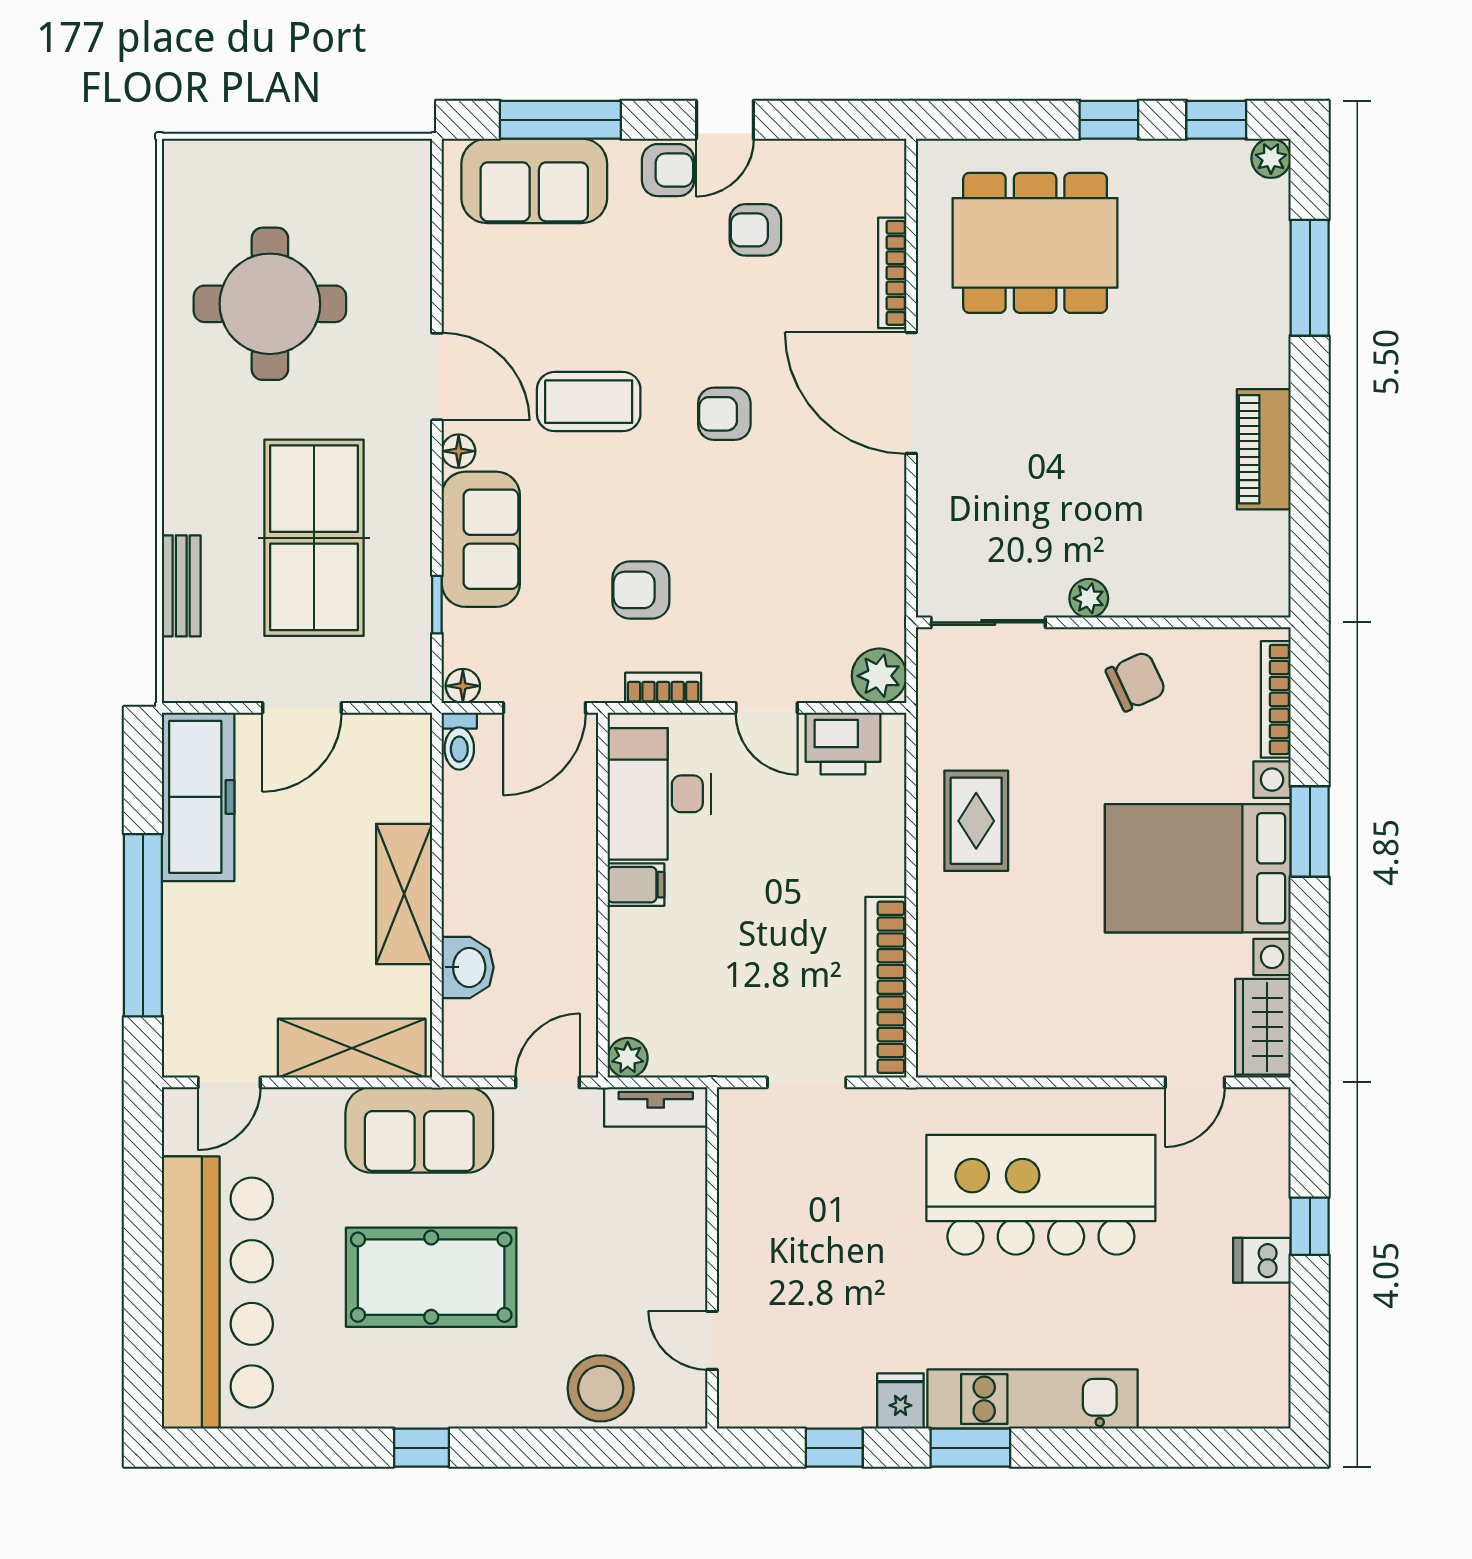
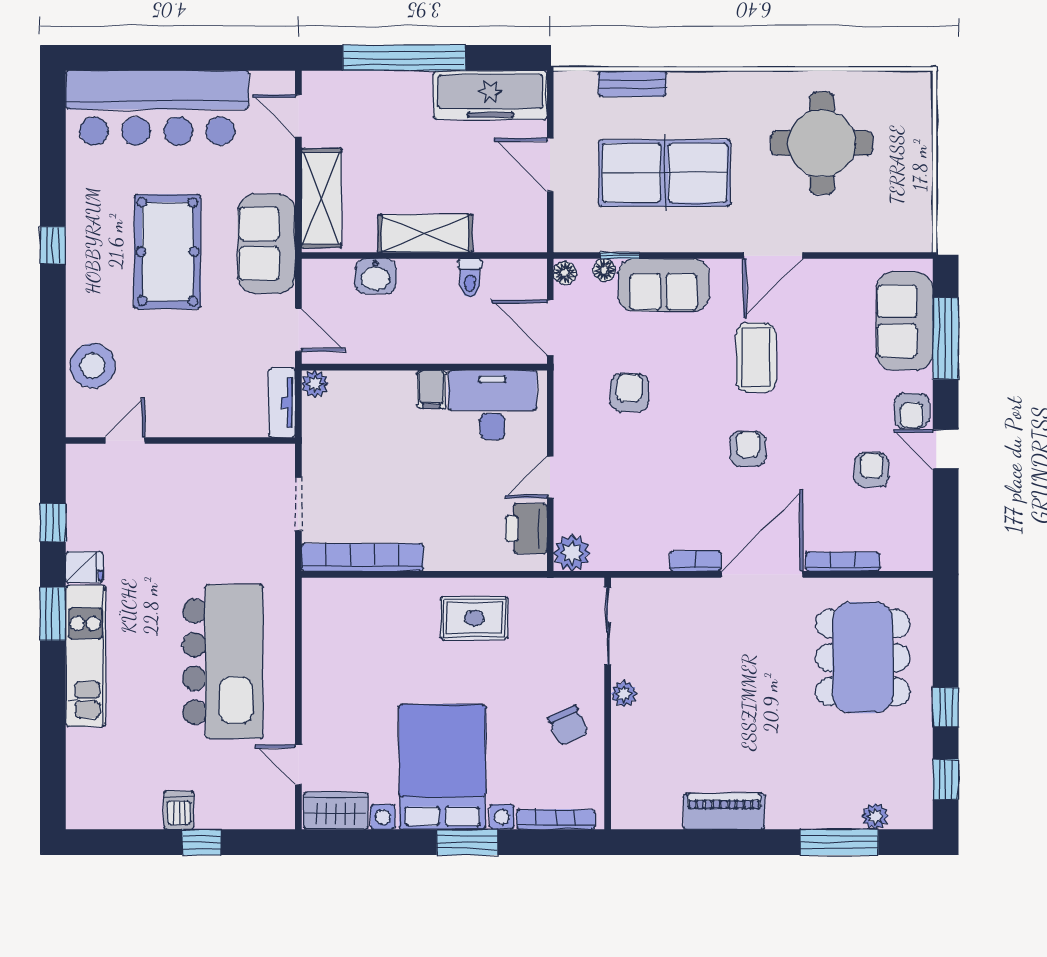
plant: (1271, 158) -> (875, 816), moved
floor lamp: (459, 451) -> (604, 270), moved
bookcase: (663, 688) -> (695, 561), moved, turned -90
toilet: (459, 741) -> (470, 278), moved, turned -90

